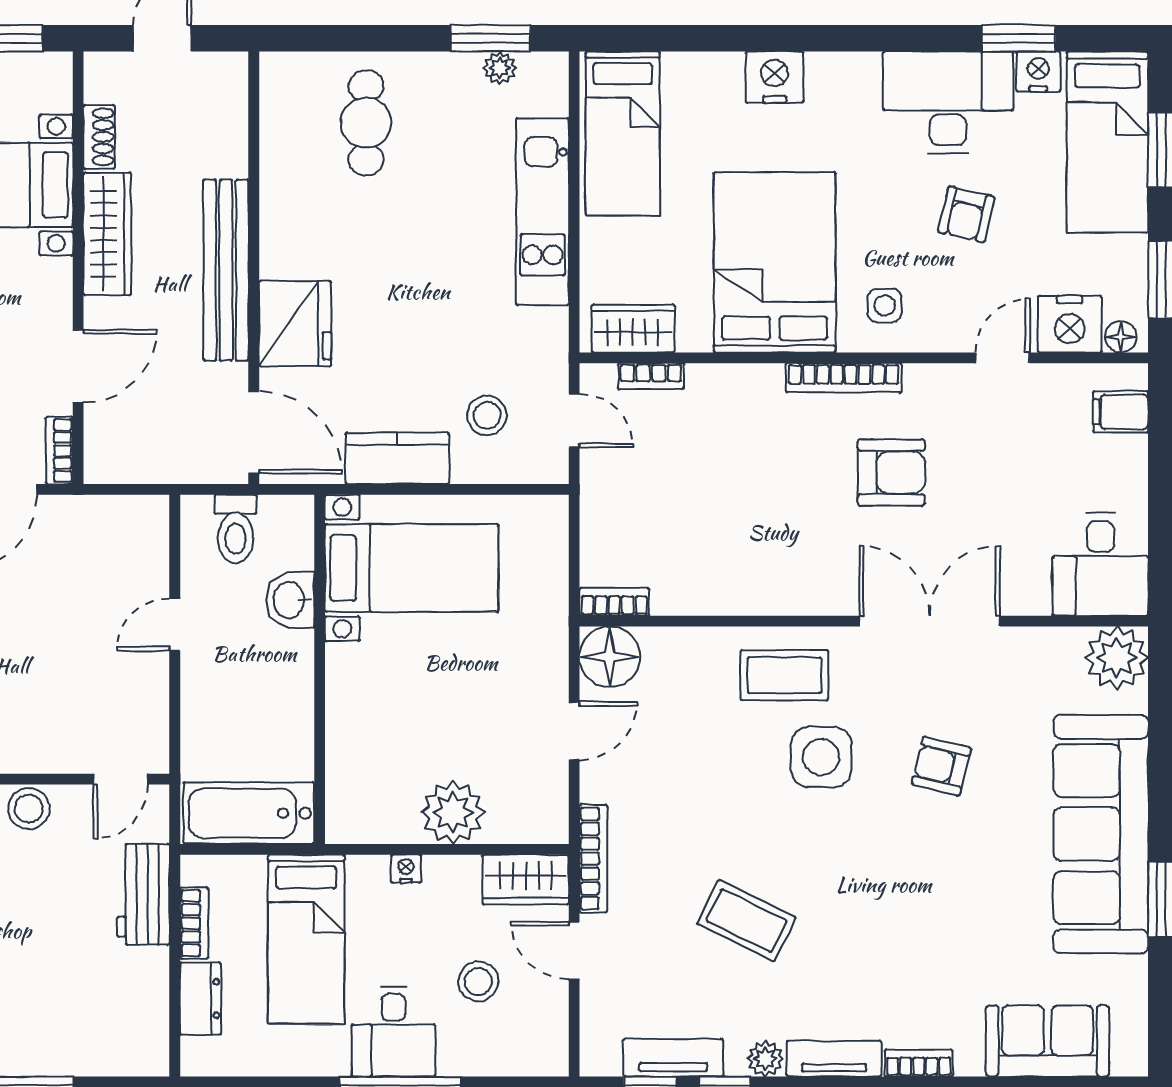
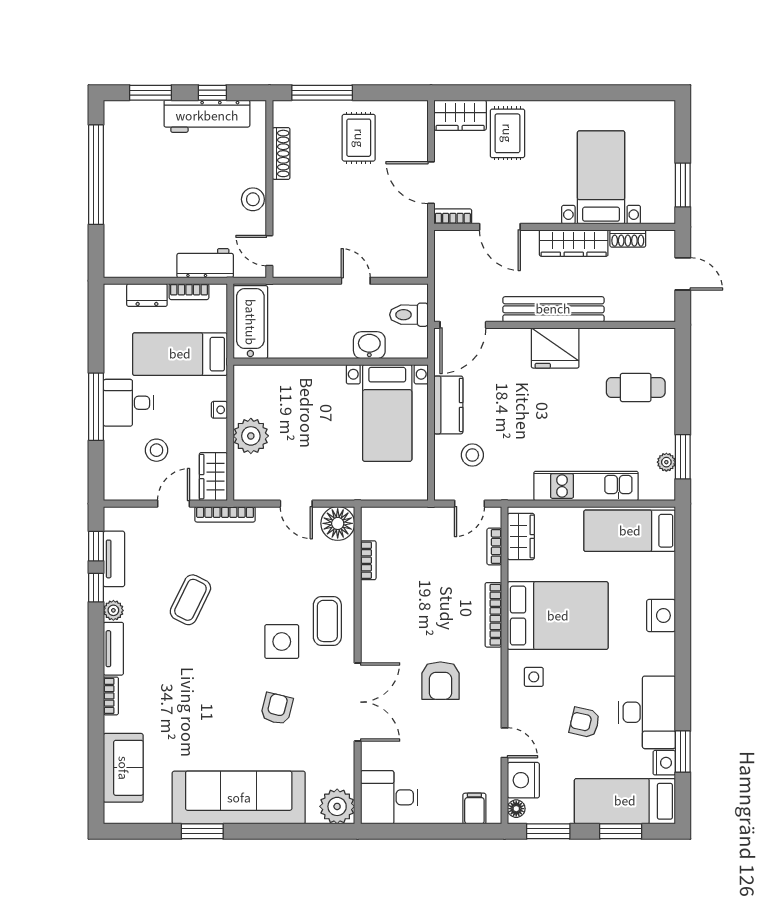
fridge: (295, 324) -> (555, 348), moved
bookcase: (844, 378) -> (493, 615), moved
bookcase: (614, 602) -> (368, 560), moved

